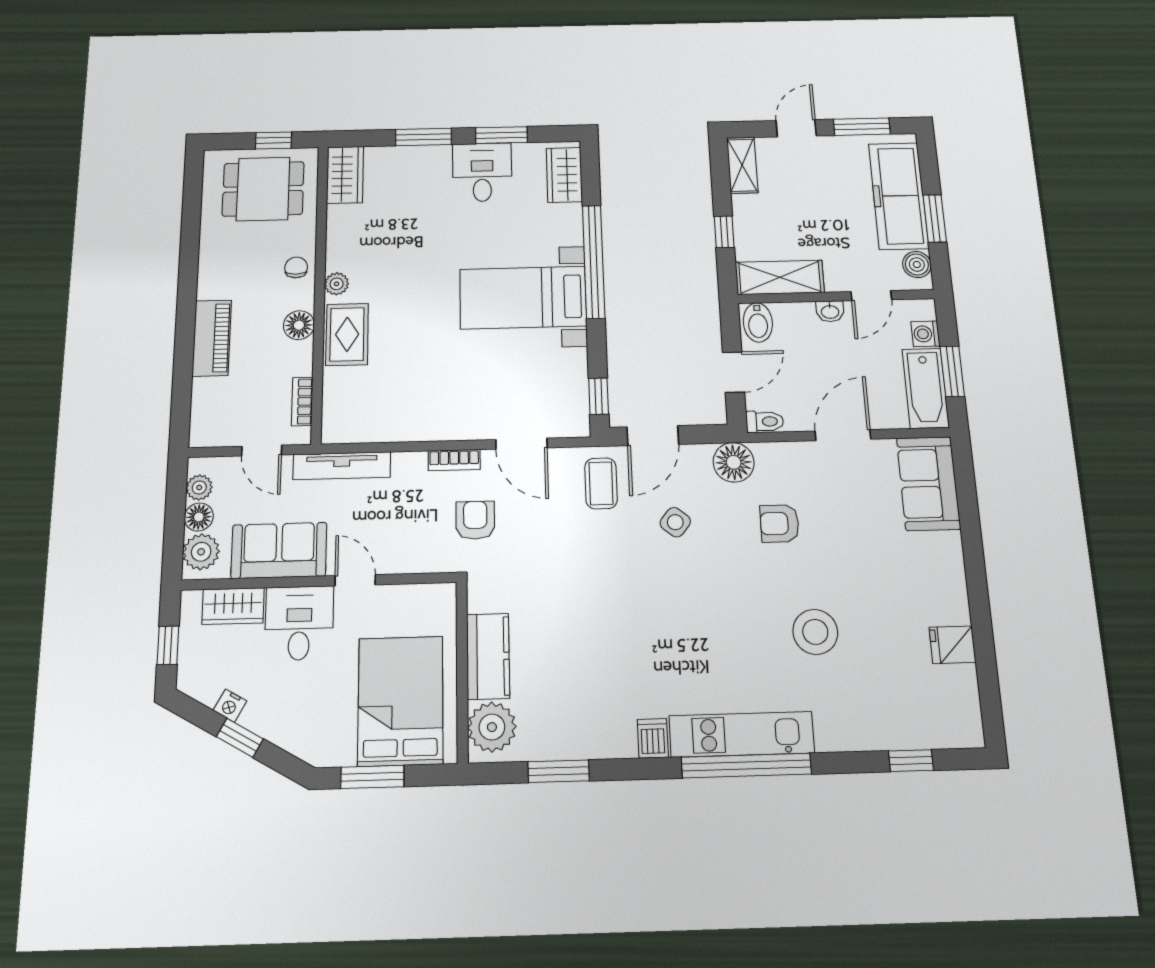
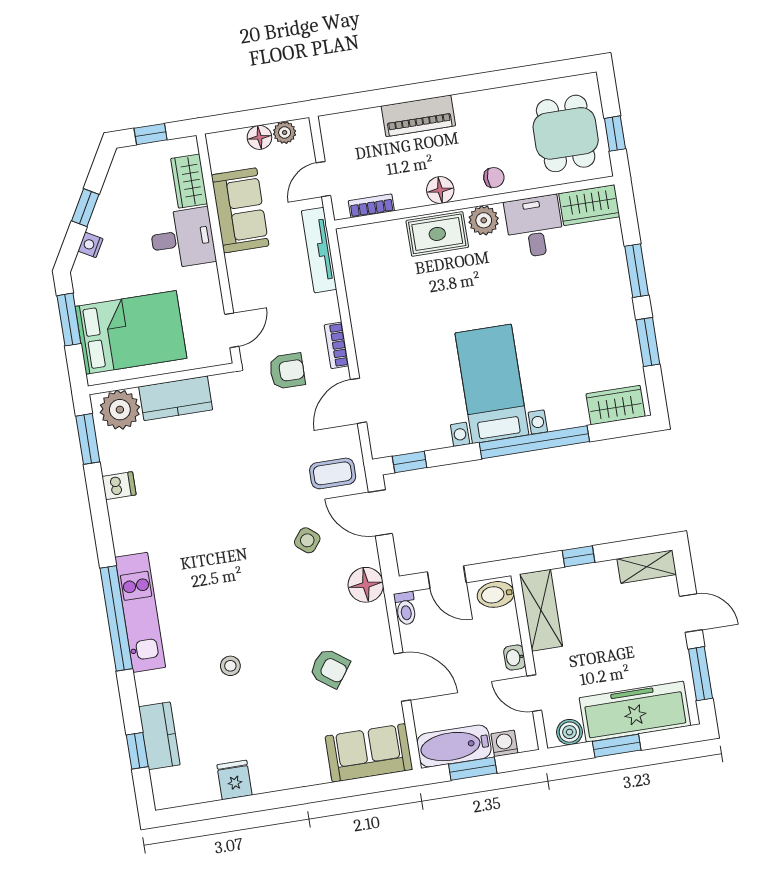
desk: (482, 172) -> (534, 227), moved, turned -90
plant: (337, 284) -> (484, 220), width x1.38, depth x1.38
armchair: (780, 523) -> (330, 668), moved, turned 126
plant: (201, 552) -> (230, 145), removed
door: (355, 580) -> (232, 330), moved
stool: (815, 632) -> (230, 666), width x0.53, depth x0.53
nightstand: (230, 706) -> (90, 245), moved
kitchen counter: (894, 730) -> (159, 736), added
dishwasher: (653, 738) -> (119, 486), moved
window: (559, 771) -> (88, 439), moved

